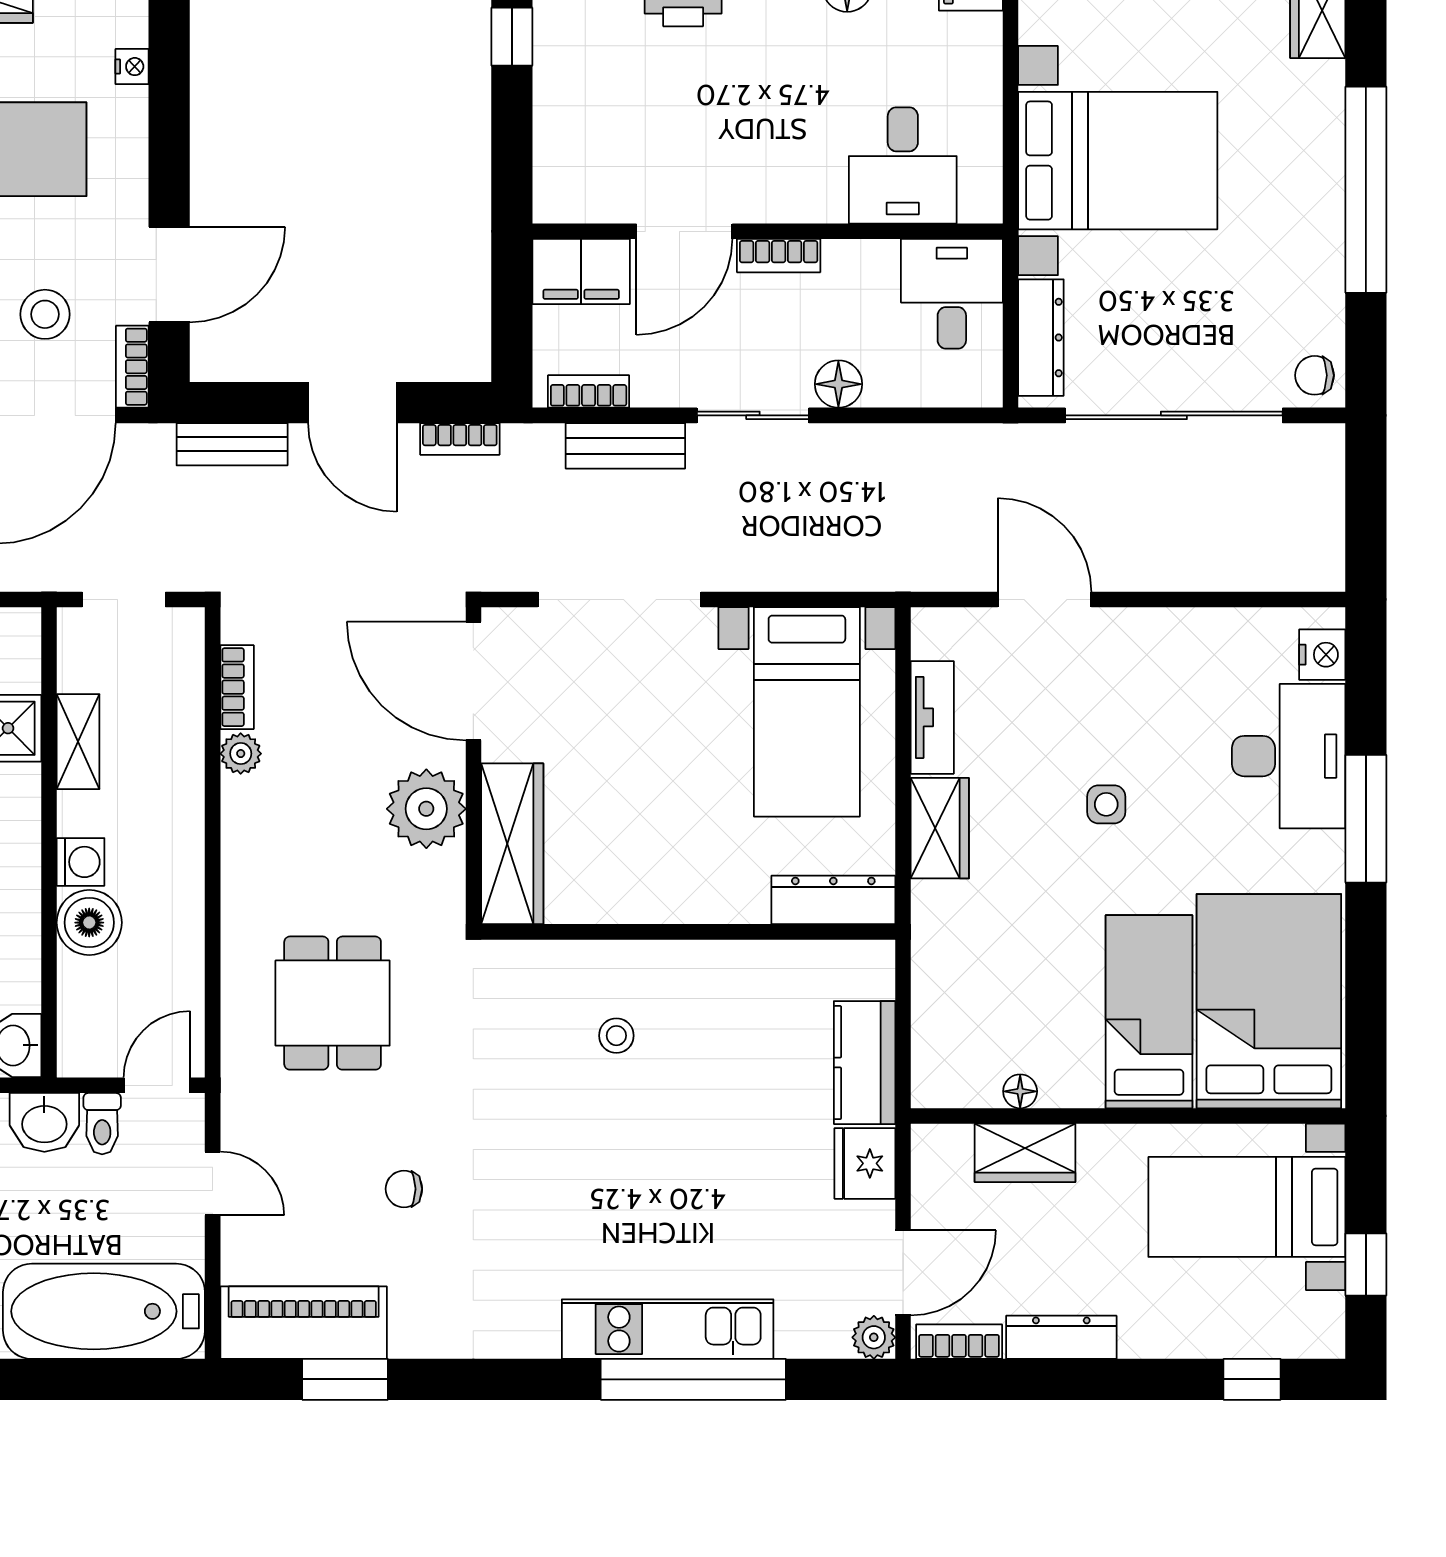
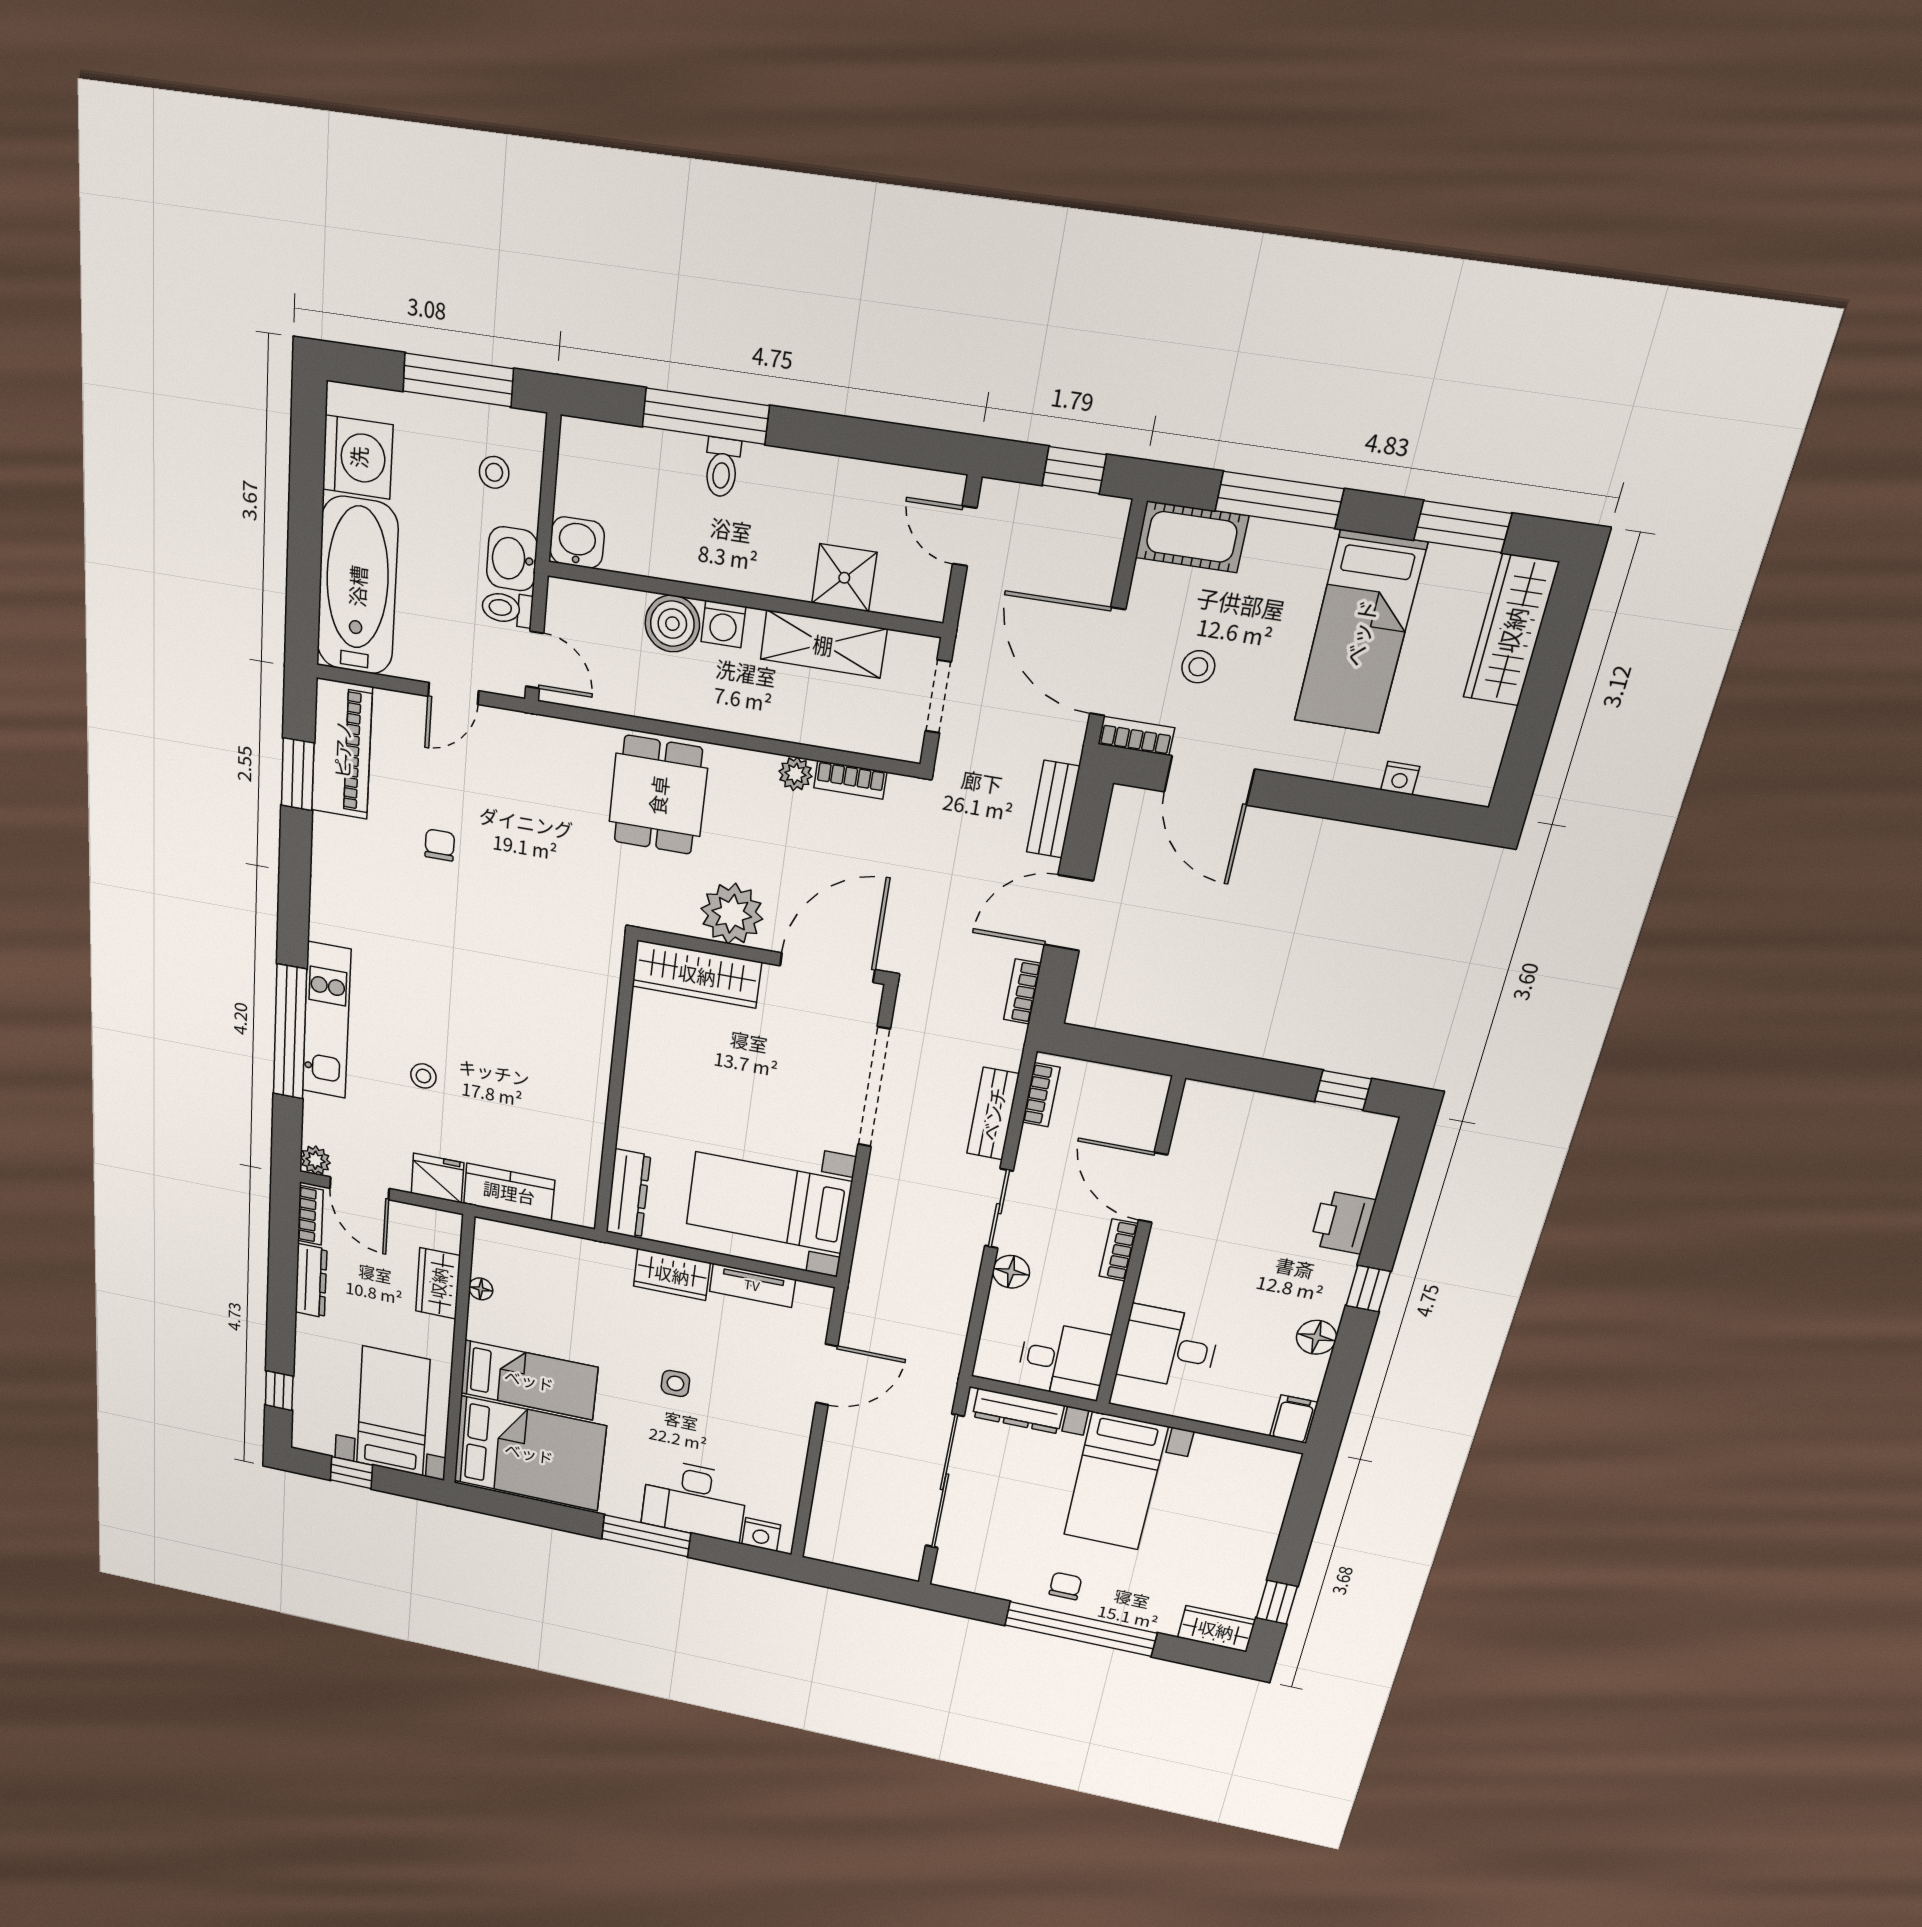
bed with nightstands: (1118, 161) -> (1115, 1481), width x0.73
filing cabinet: (581, 271) -> (1138, 1107), removed
stool: (45, 314) -> (1198, 667), width x0.73, depth x0.73
chair: (1315, 375) -> (1065, 1586), moved
shelving: (78, 742) -> (823, 644), width x1.50, depth x1.33
dining table: (333, 1003) -> (658, 795), moved, turned 90
stool: (616, 1036) -> (423, 1076), moved

